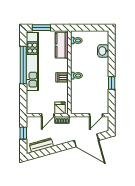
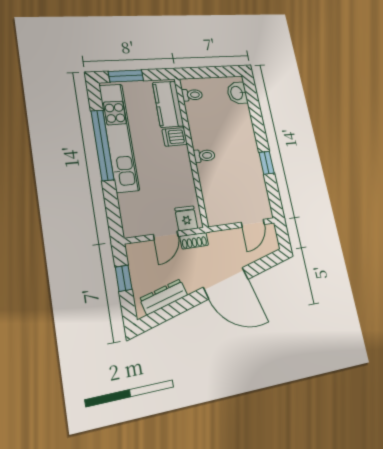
washbasin: (103, 51) -> (237, 93), moved
dishwasher: (62, 77) -> (175, 137), moved
door: (86, 140) -> (226, 283), moved

